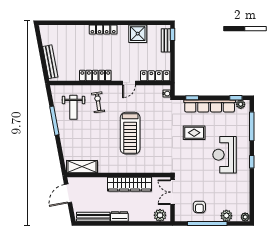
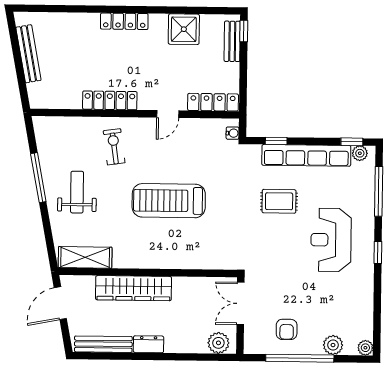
bench: (50, 62) -> (28, 54), moved
weight bench: (73, 107) -> (77, 192), moved, turned 180
treadmill: (130, 133) -> (169, 201), turned 90
wardrobe: (130, 184) -> (133, 288), moved

